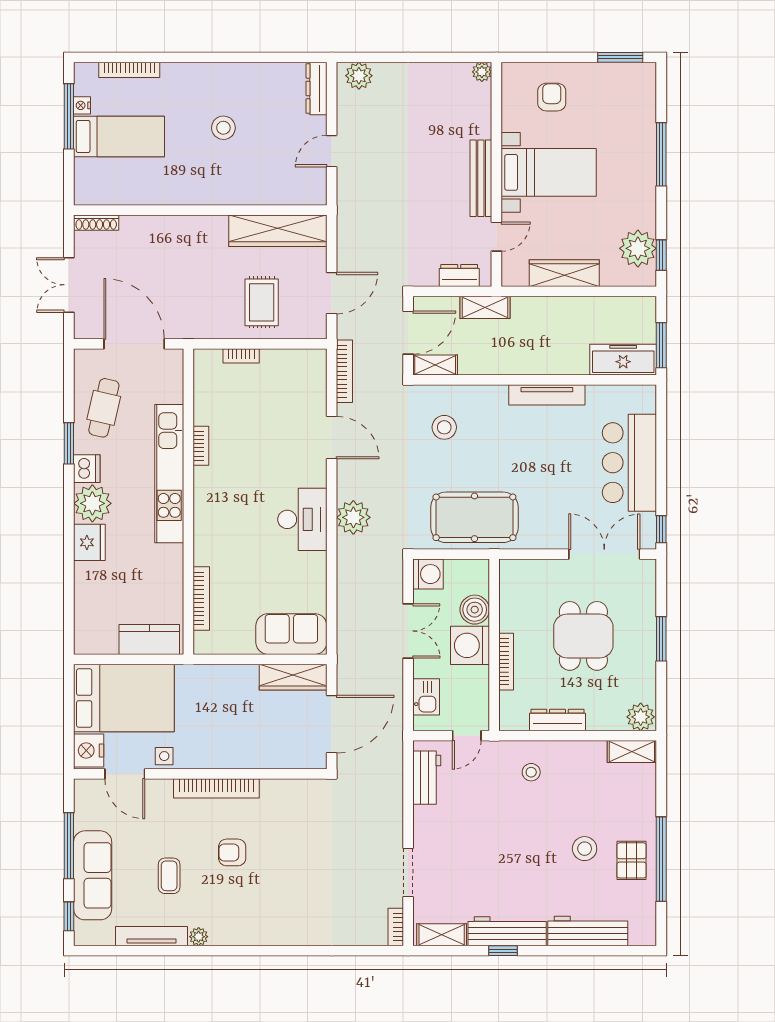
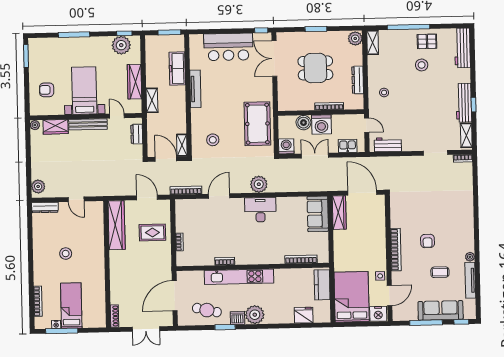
wardrobe: (477, 113) -> (56, 127), added
shelving: (485, 307) -> (152, 100), moved
freezer: (623, 360) -> (177, 69), moved
fridge: (89, 542) -> (304, 315), moved
window: (661, 859) -> (409, 27), moved
workbench: (588, 931) -> (462, 48), moved

